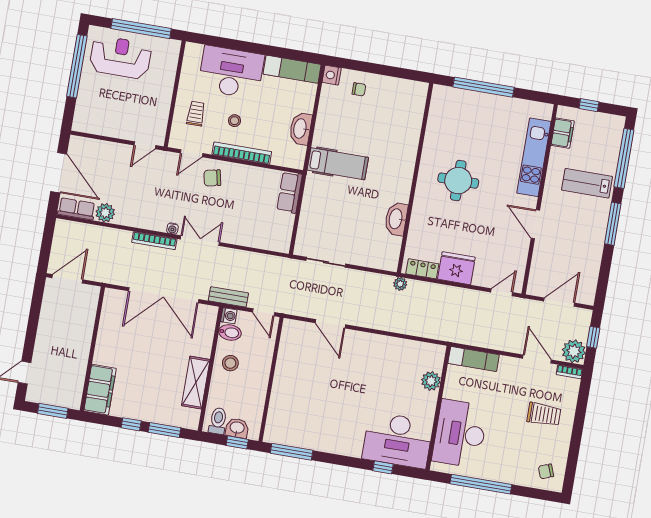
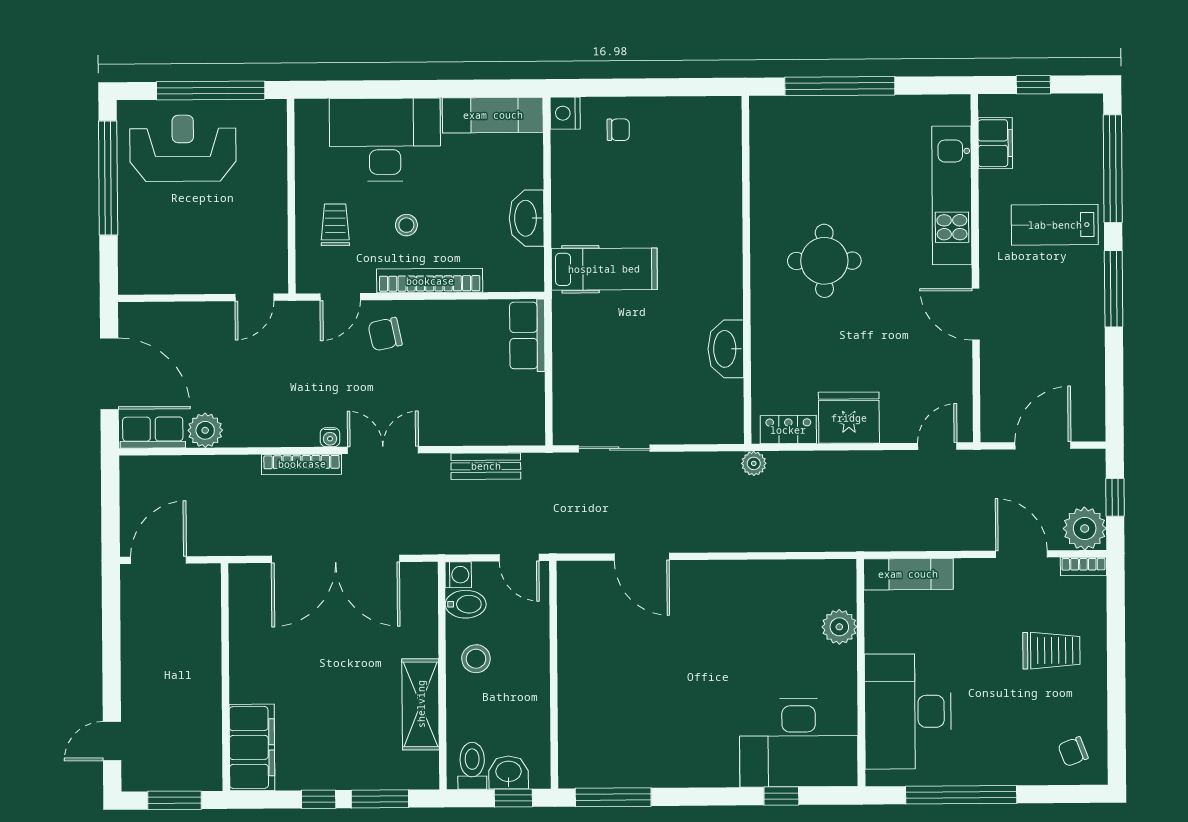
bench: (228, 297) -> (486, 466), moved

